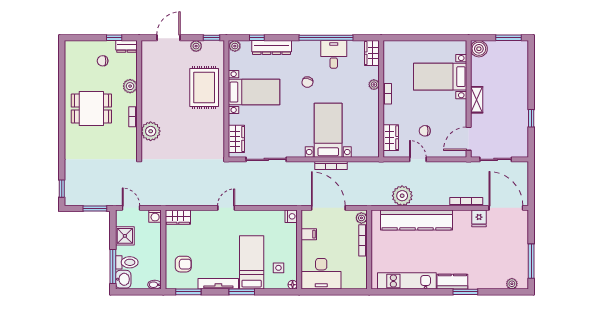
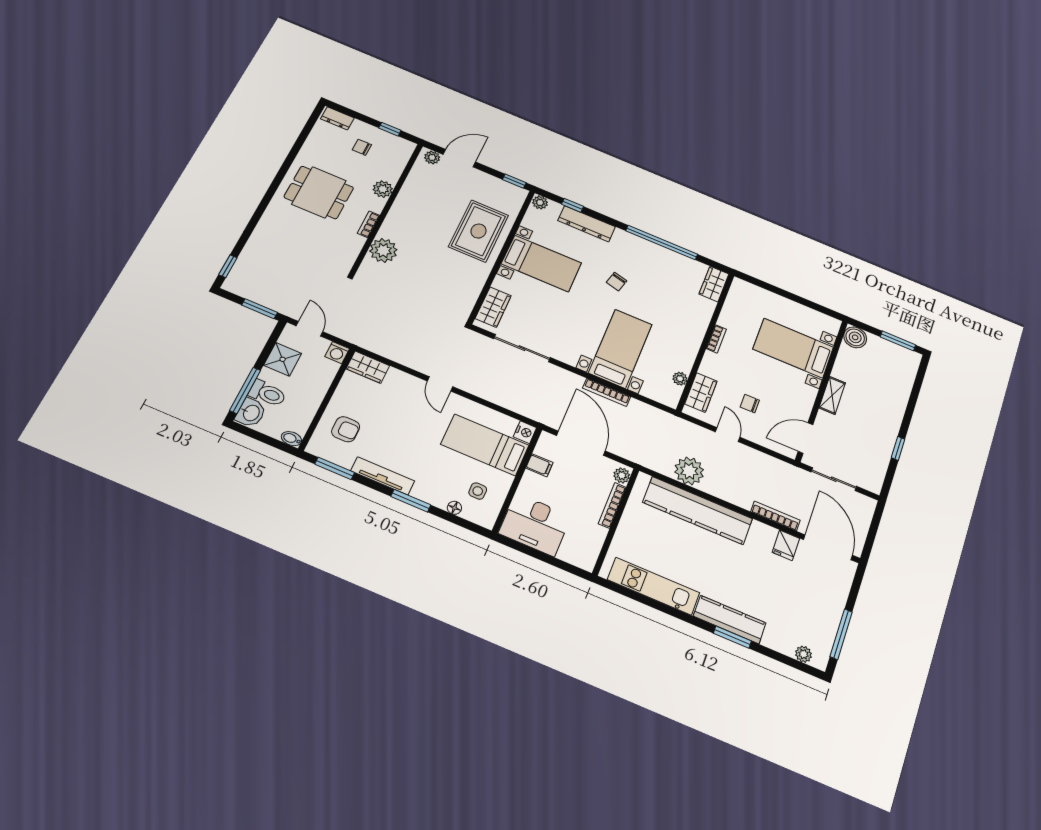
dresser: (126, 46) -> (337, 118), moved
plant: (196, 46) -> (432, 157), moved
desk: (334, 54) -> (664, 265), removed
plant: (374, 85) -> (680, 379), moved
door: (226, 208) -> (440, 384), swing flipped
bed: (252, 262) -> (485, 445), moved, turned -90
kitchen counter: (452, 282) -> (730, 620), width x1.50
floor lamp: (293, 285) -> (454, 508), moved

